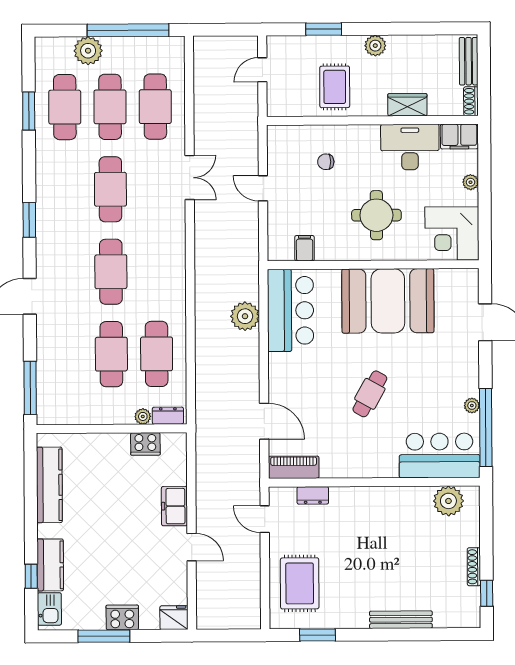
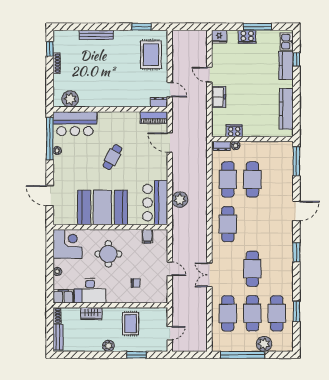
cafe table: (111, 272) -> (228, 224), moved
dresser: (313, 495) -> (159, 102), moved

